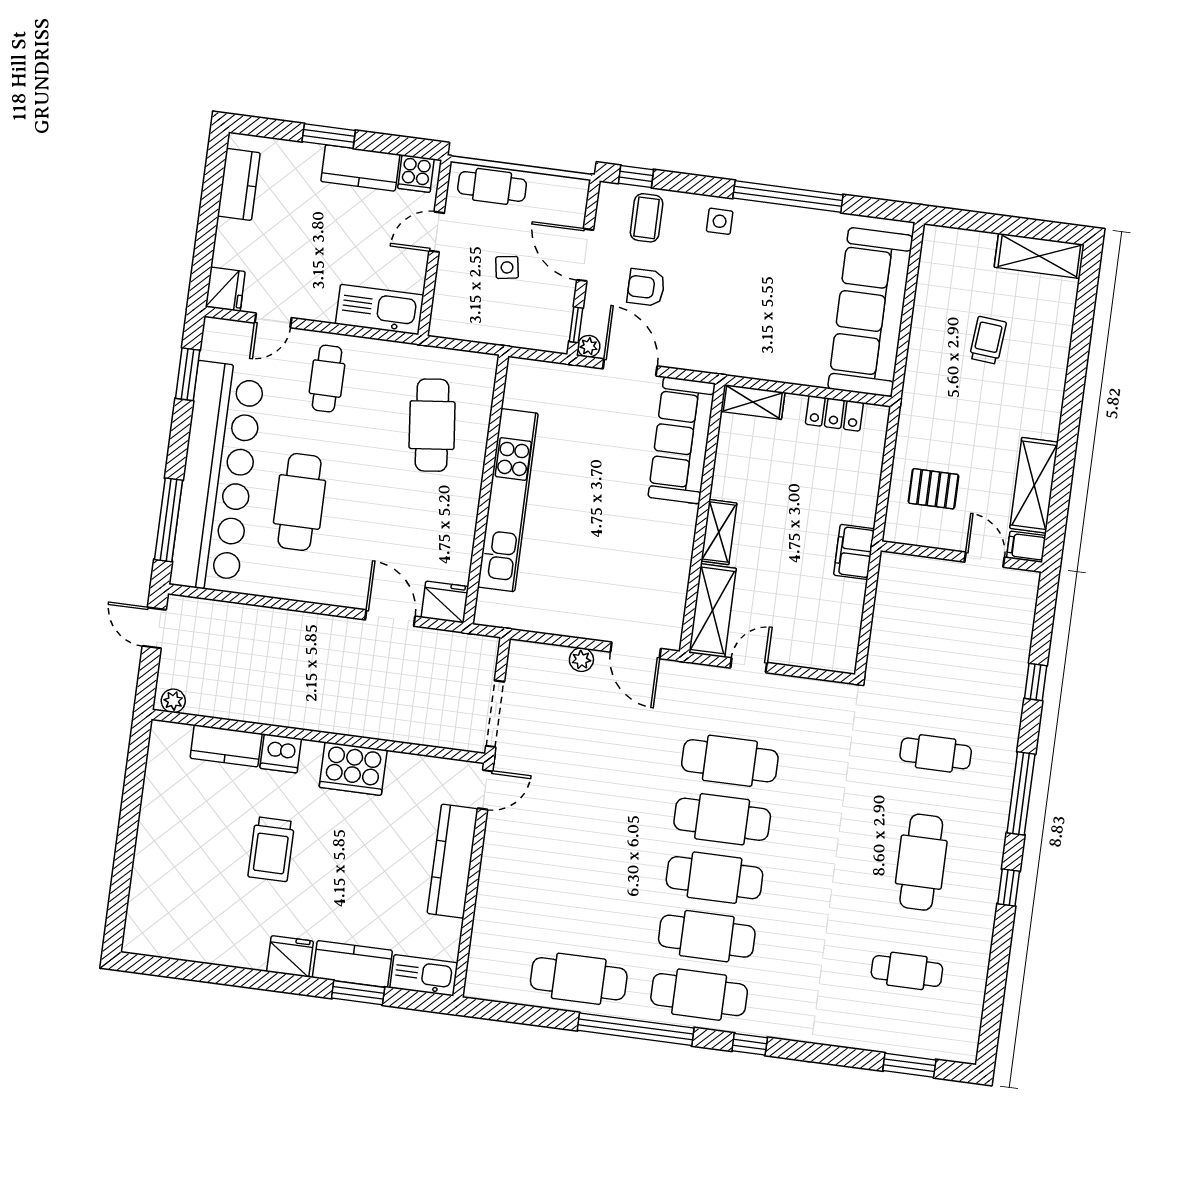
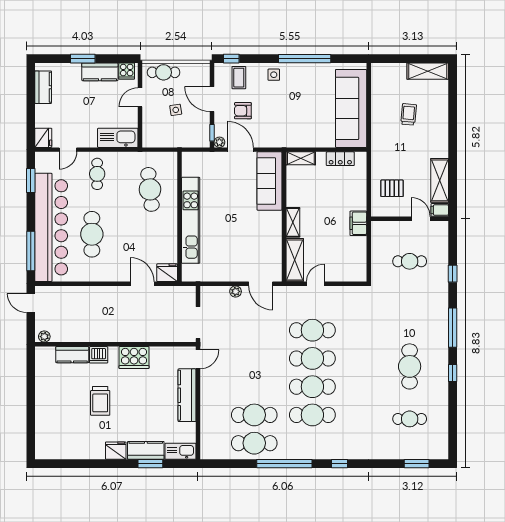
cafe table: (936, 753) -> (410, 261), moved
cafe table: (699, 995) -> (254, 415), moved

